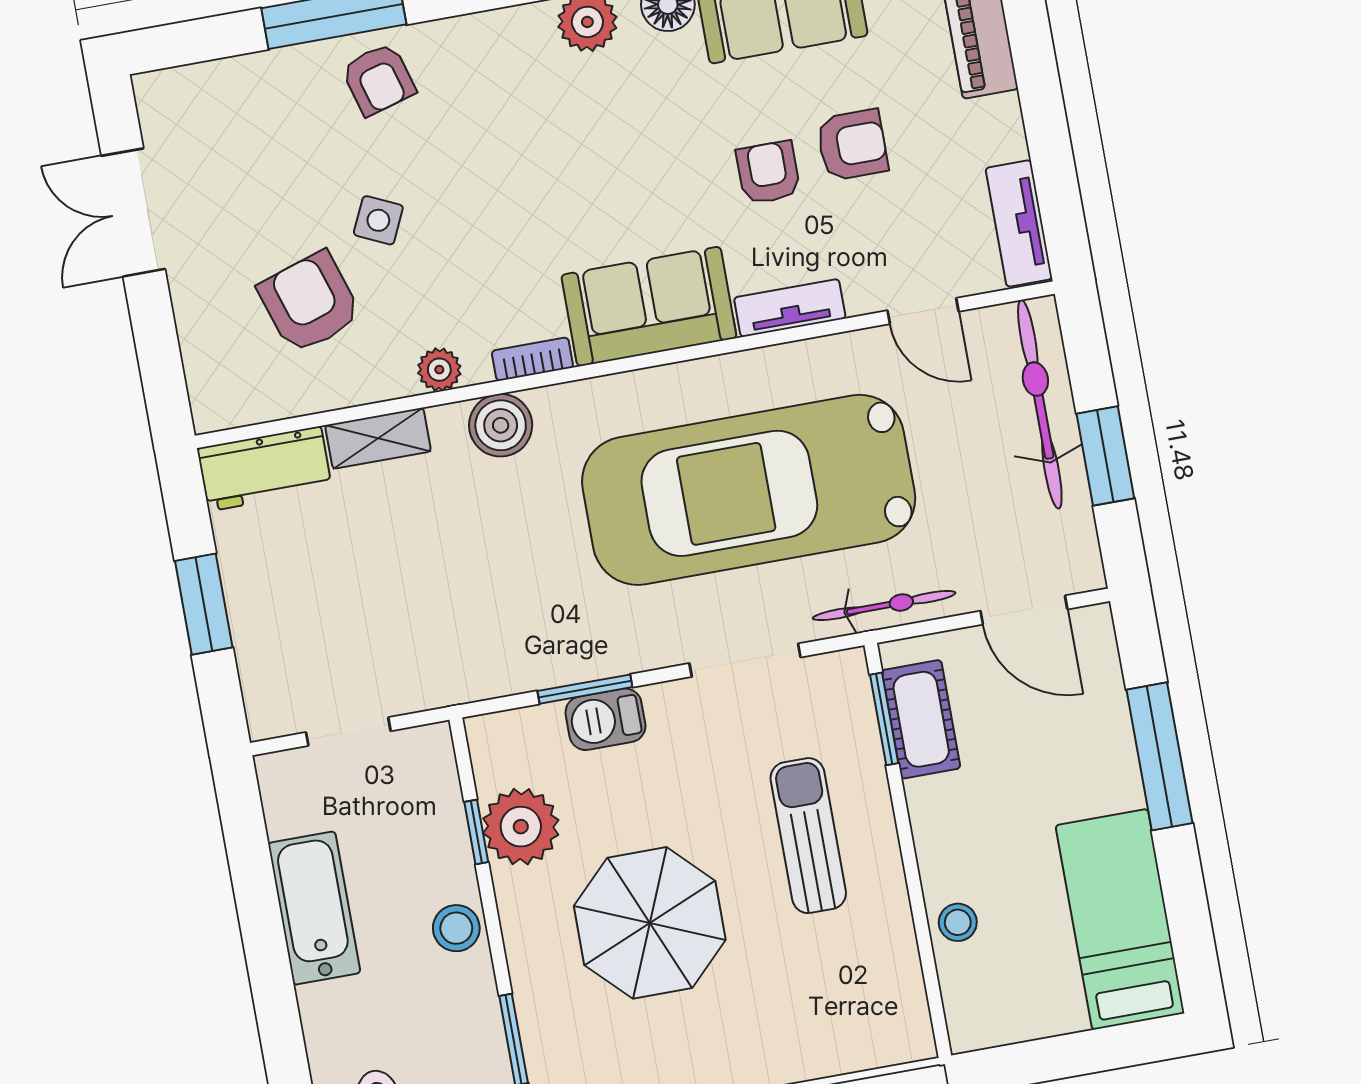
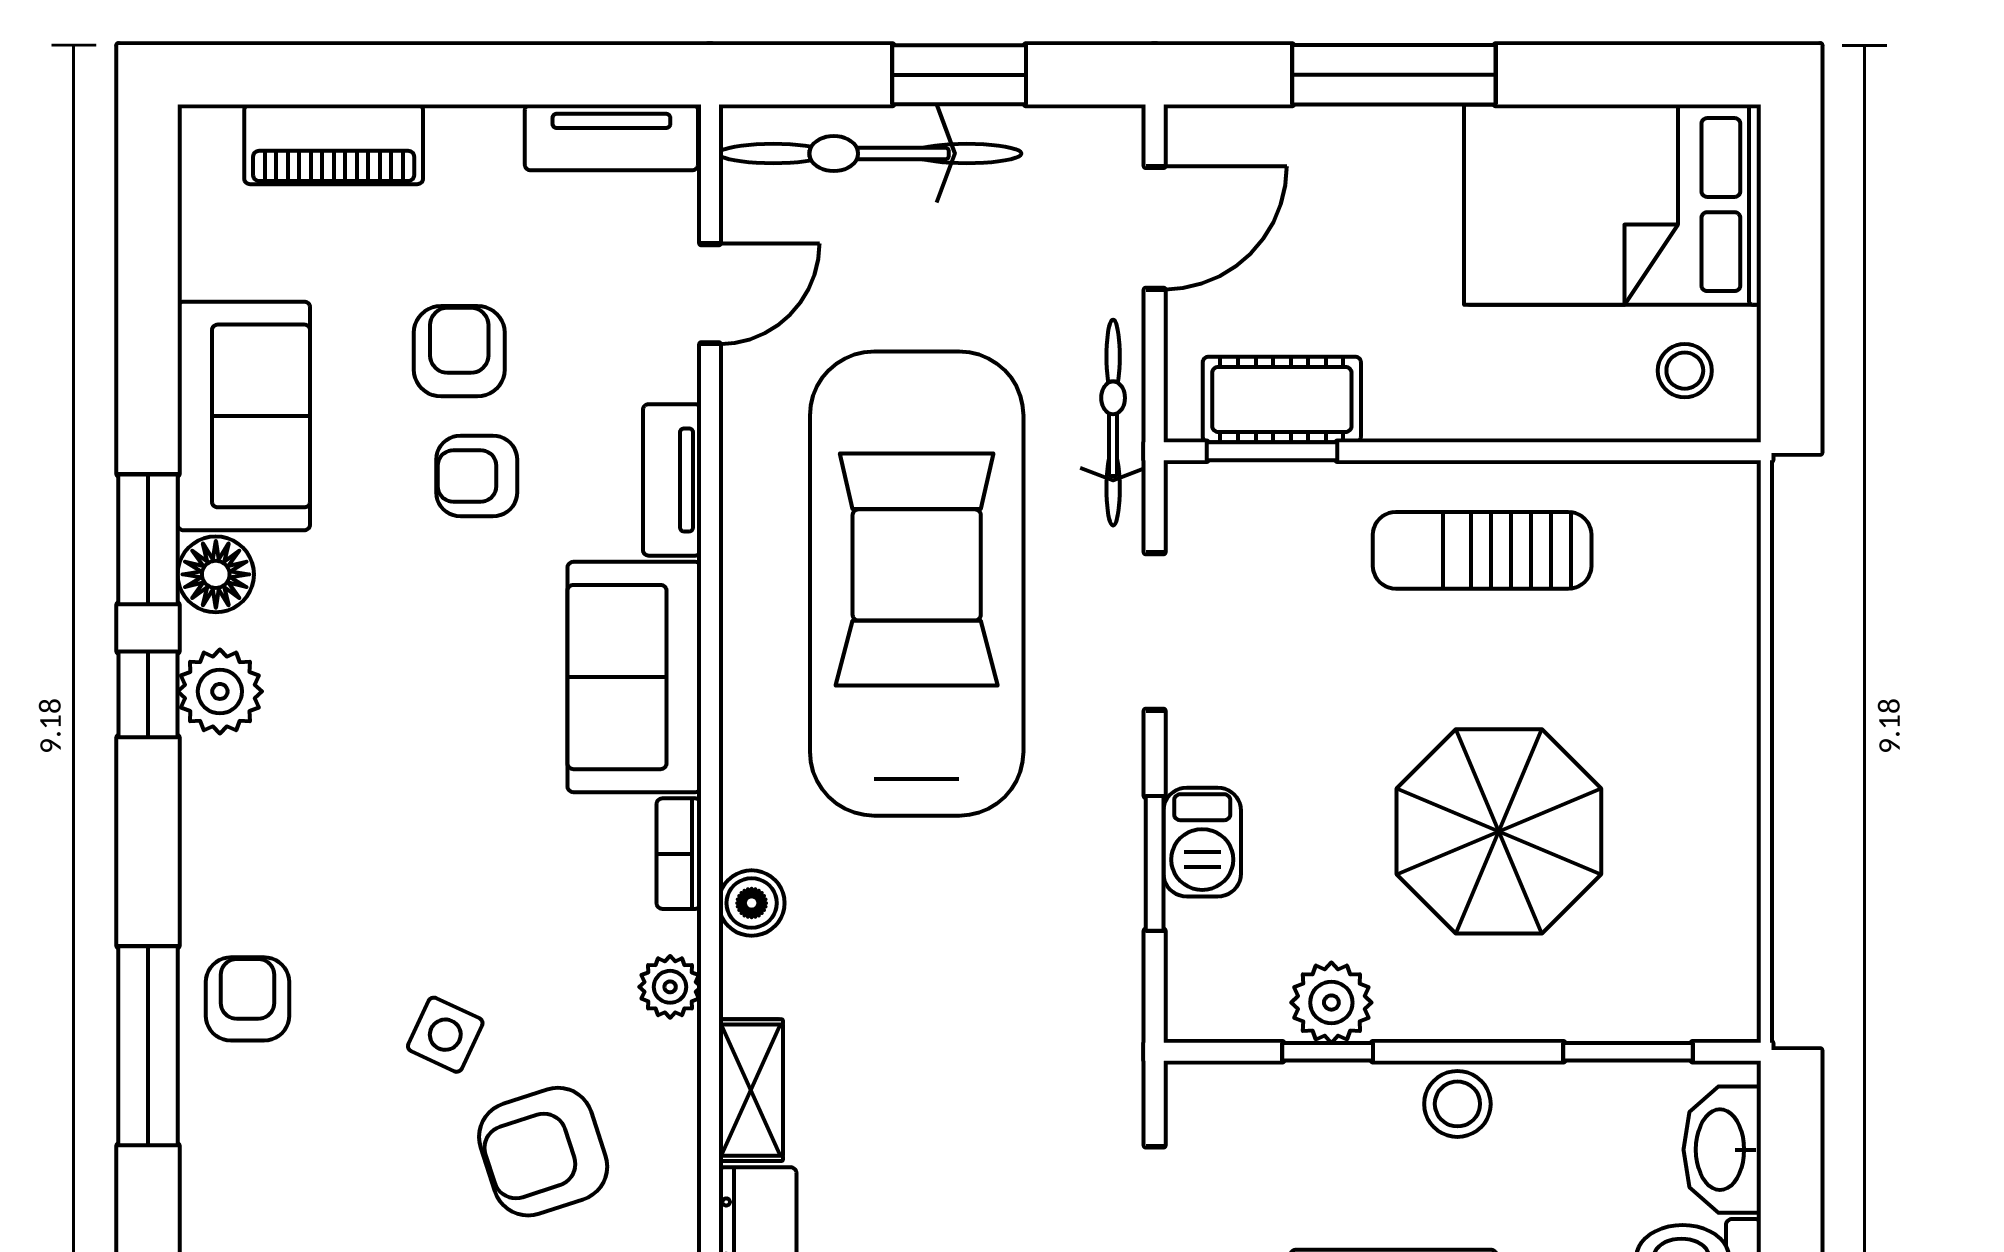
armchair: (378, 79) -> (247, 999), turned -74
boiler: (501, 425) -> (752, 903), width x0.73, depth x0.73
car: (749, 490) -> (917, 584), turned 180
plant: (521, 827) -> (1331, 1003), width x0.73, depth x0.73
sun lounger: (808, 836) -> (1482, 550), moved
bed: (1120, 919) -> (1613, 205), width x1.50
stool: (958, 922) -> (1685, 371), moved

